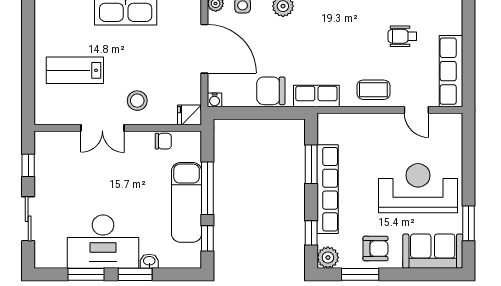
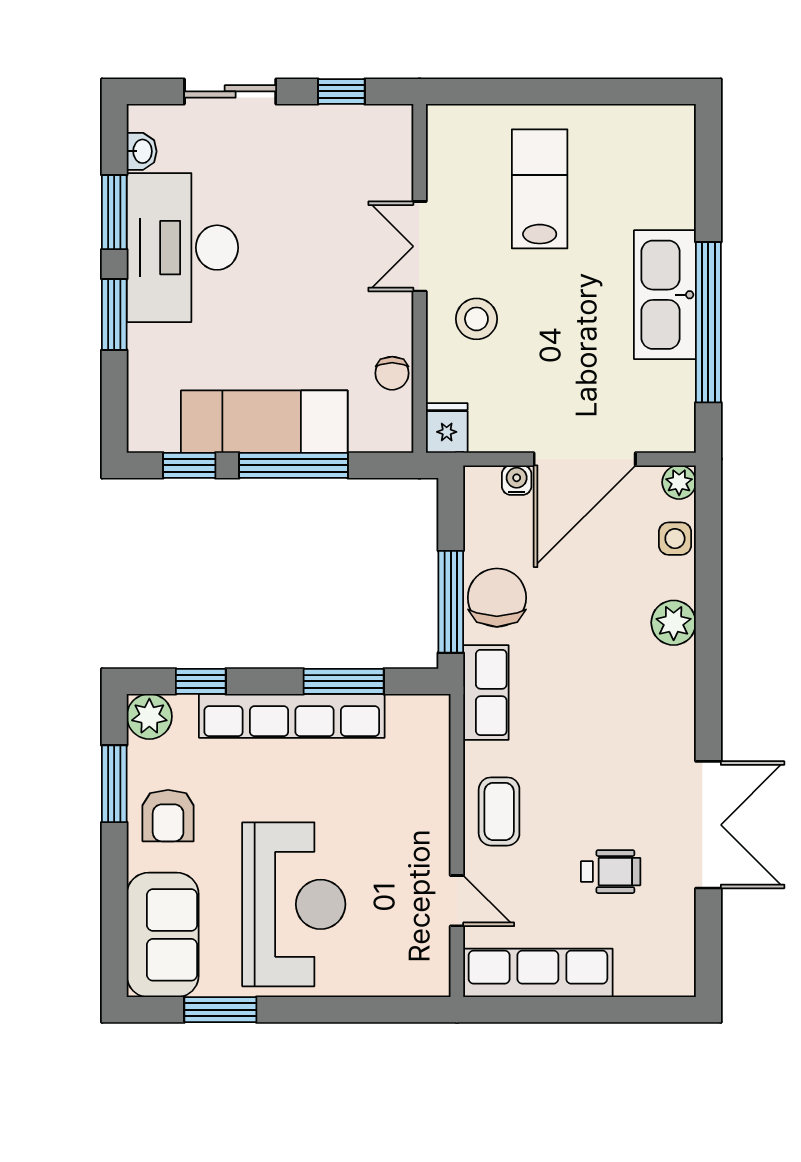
wheelchair: (402, 36) -> (611, 872), turned 90
water cooler: (215, 100) -> (517, 480), moved, turned 90
door: (416, 110) -> (457, 901), swing flipped
window: (273, 113) -> (451, 602), added
washbasin: (149, 261) -> (142, 151), moved

